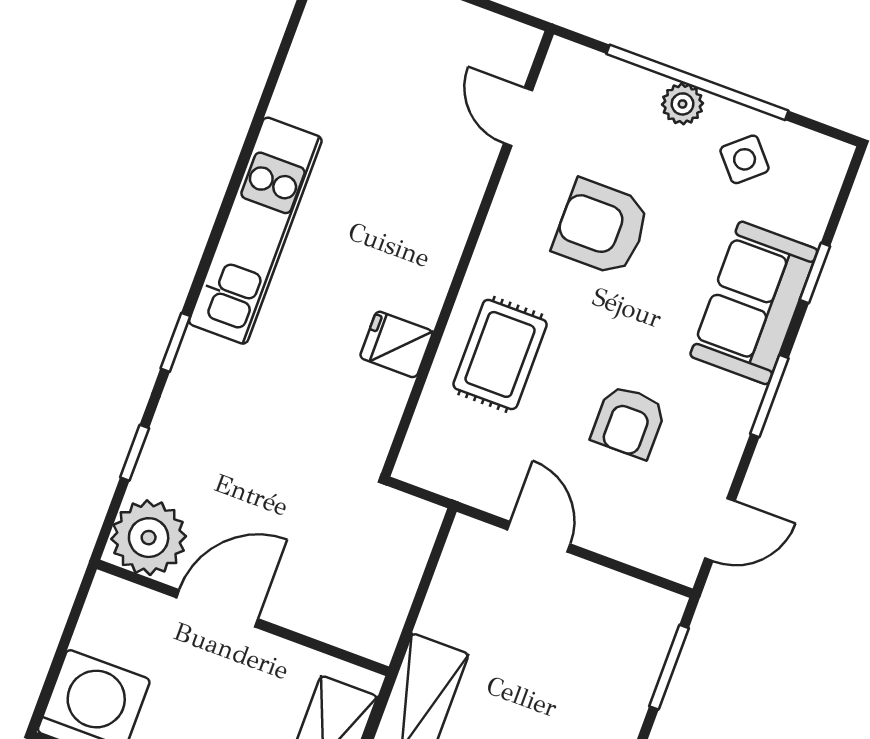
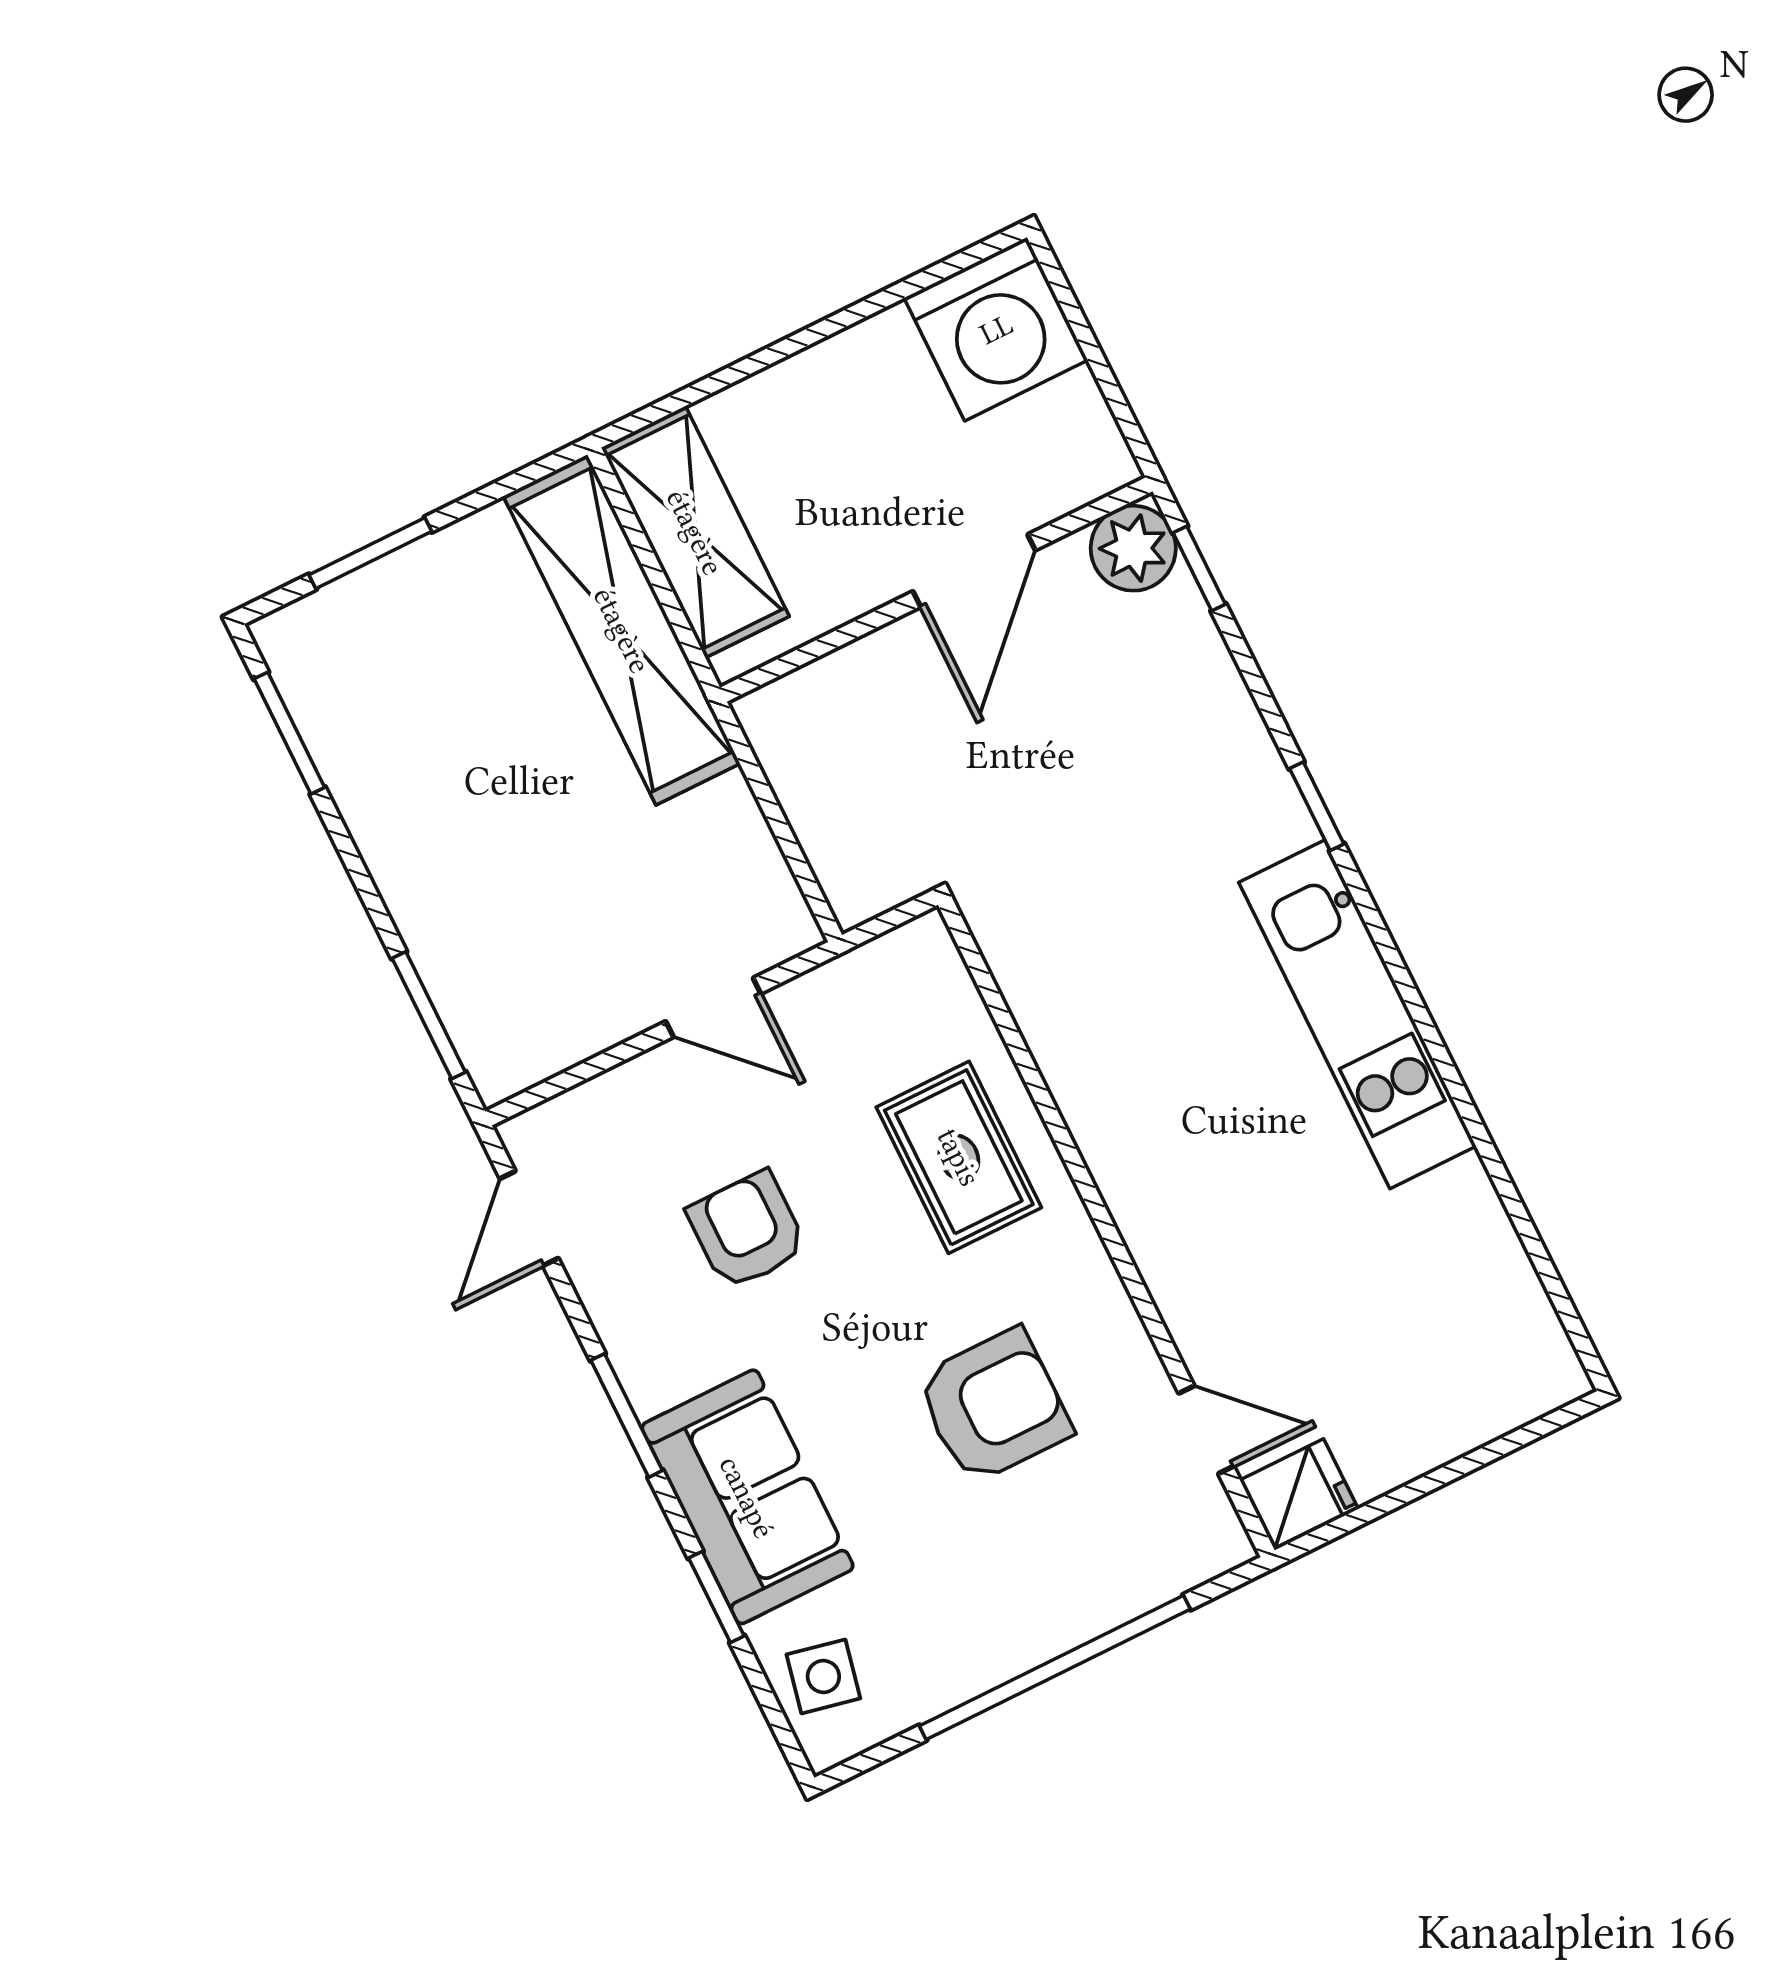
plant: (682, 104) -> (1046, 1628), removed
side table: (745, 159) -> (823, 1676), moved, turned -37
fridge: (396, 344) -> (1299, 1495), moved
window: (135, 453) -> (1199, 568), moved
plant: (149, 538) -> (1133, 548), width x0.73, depth x0.73

